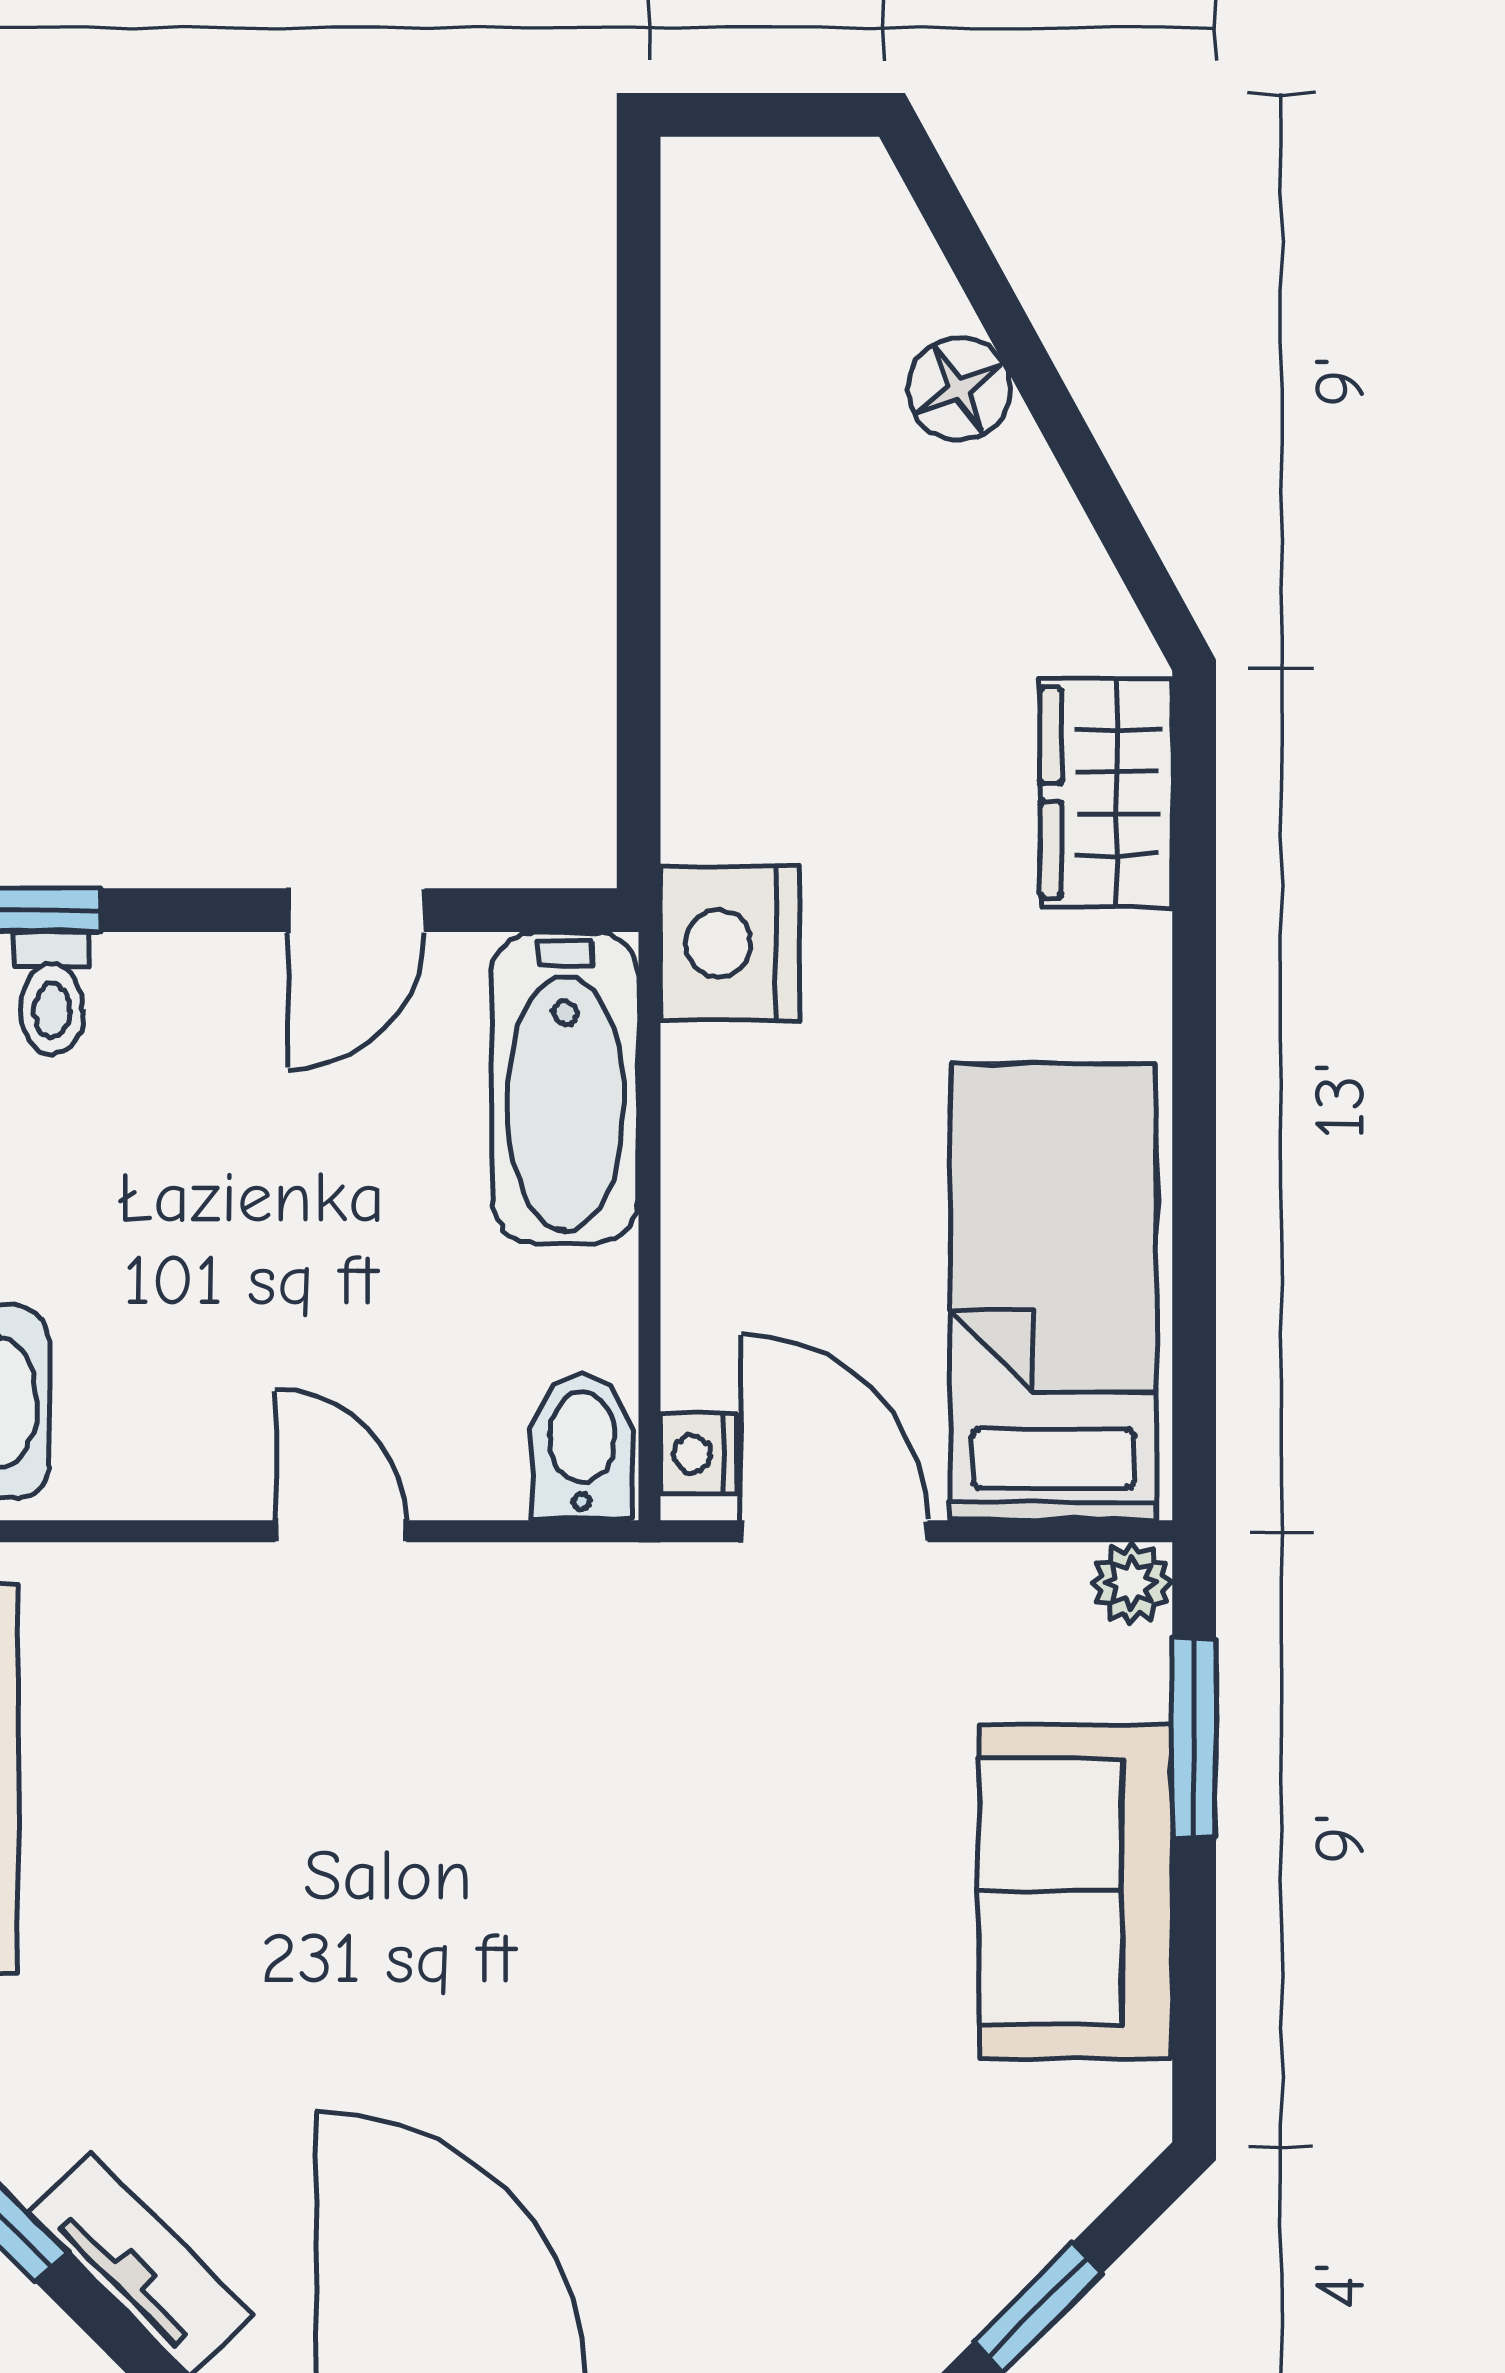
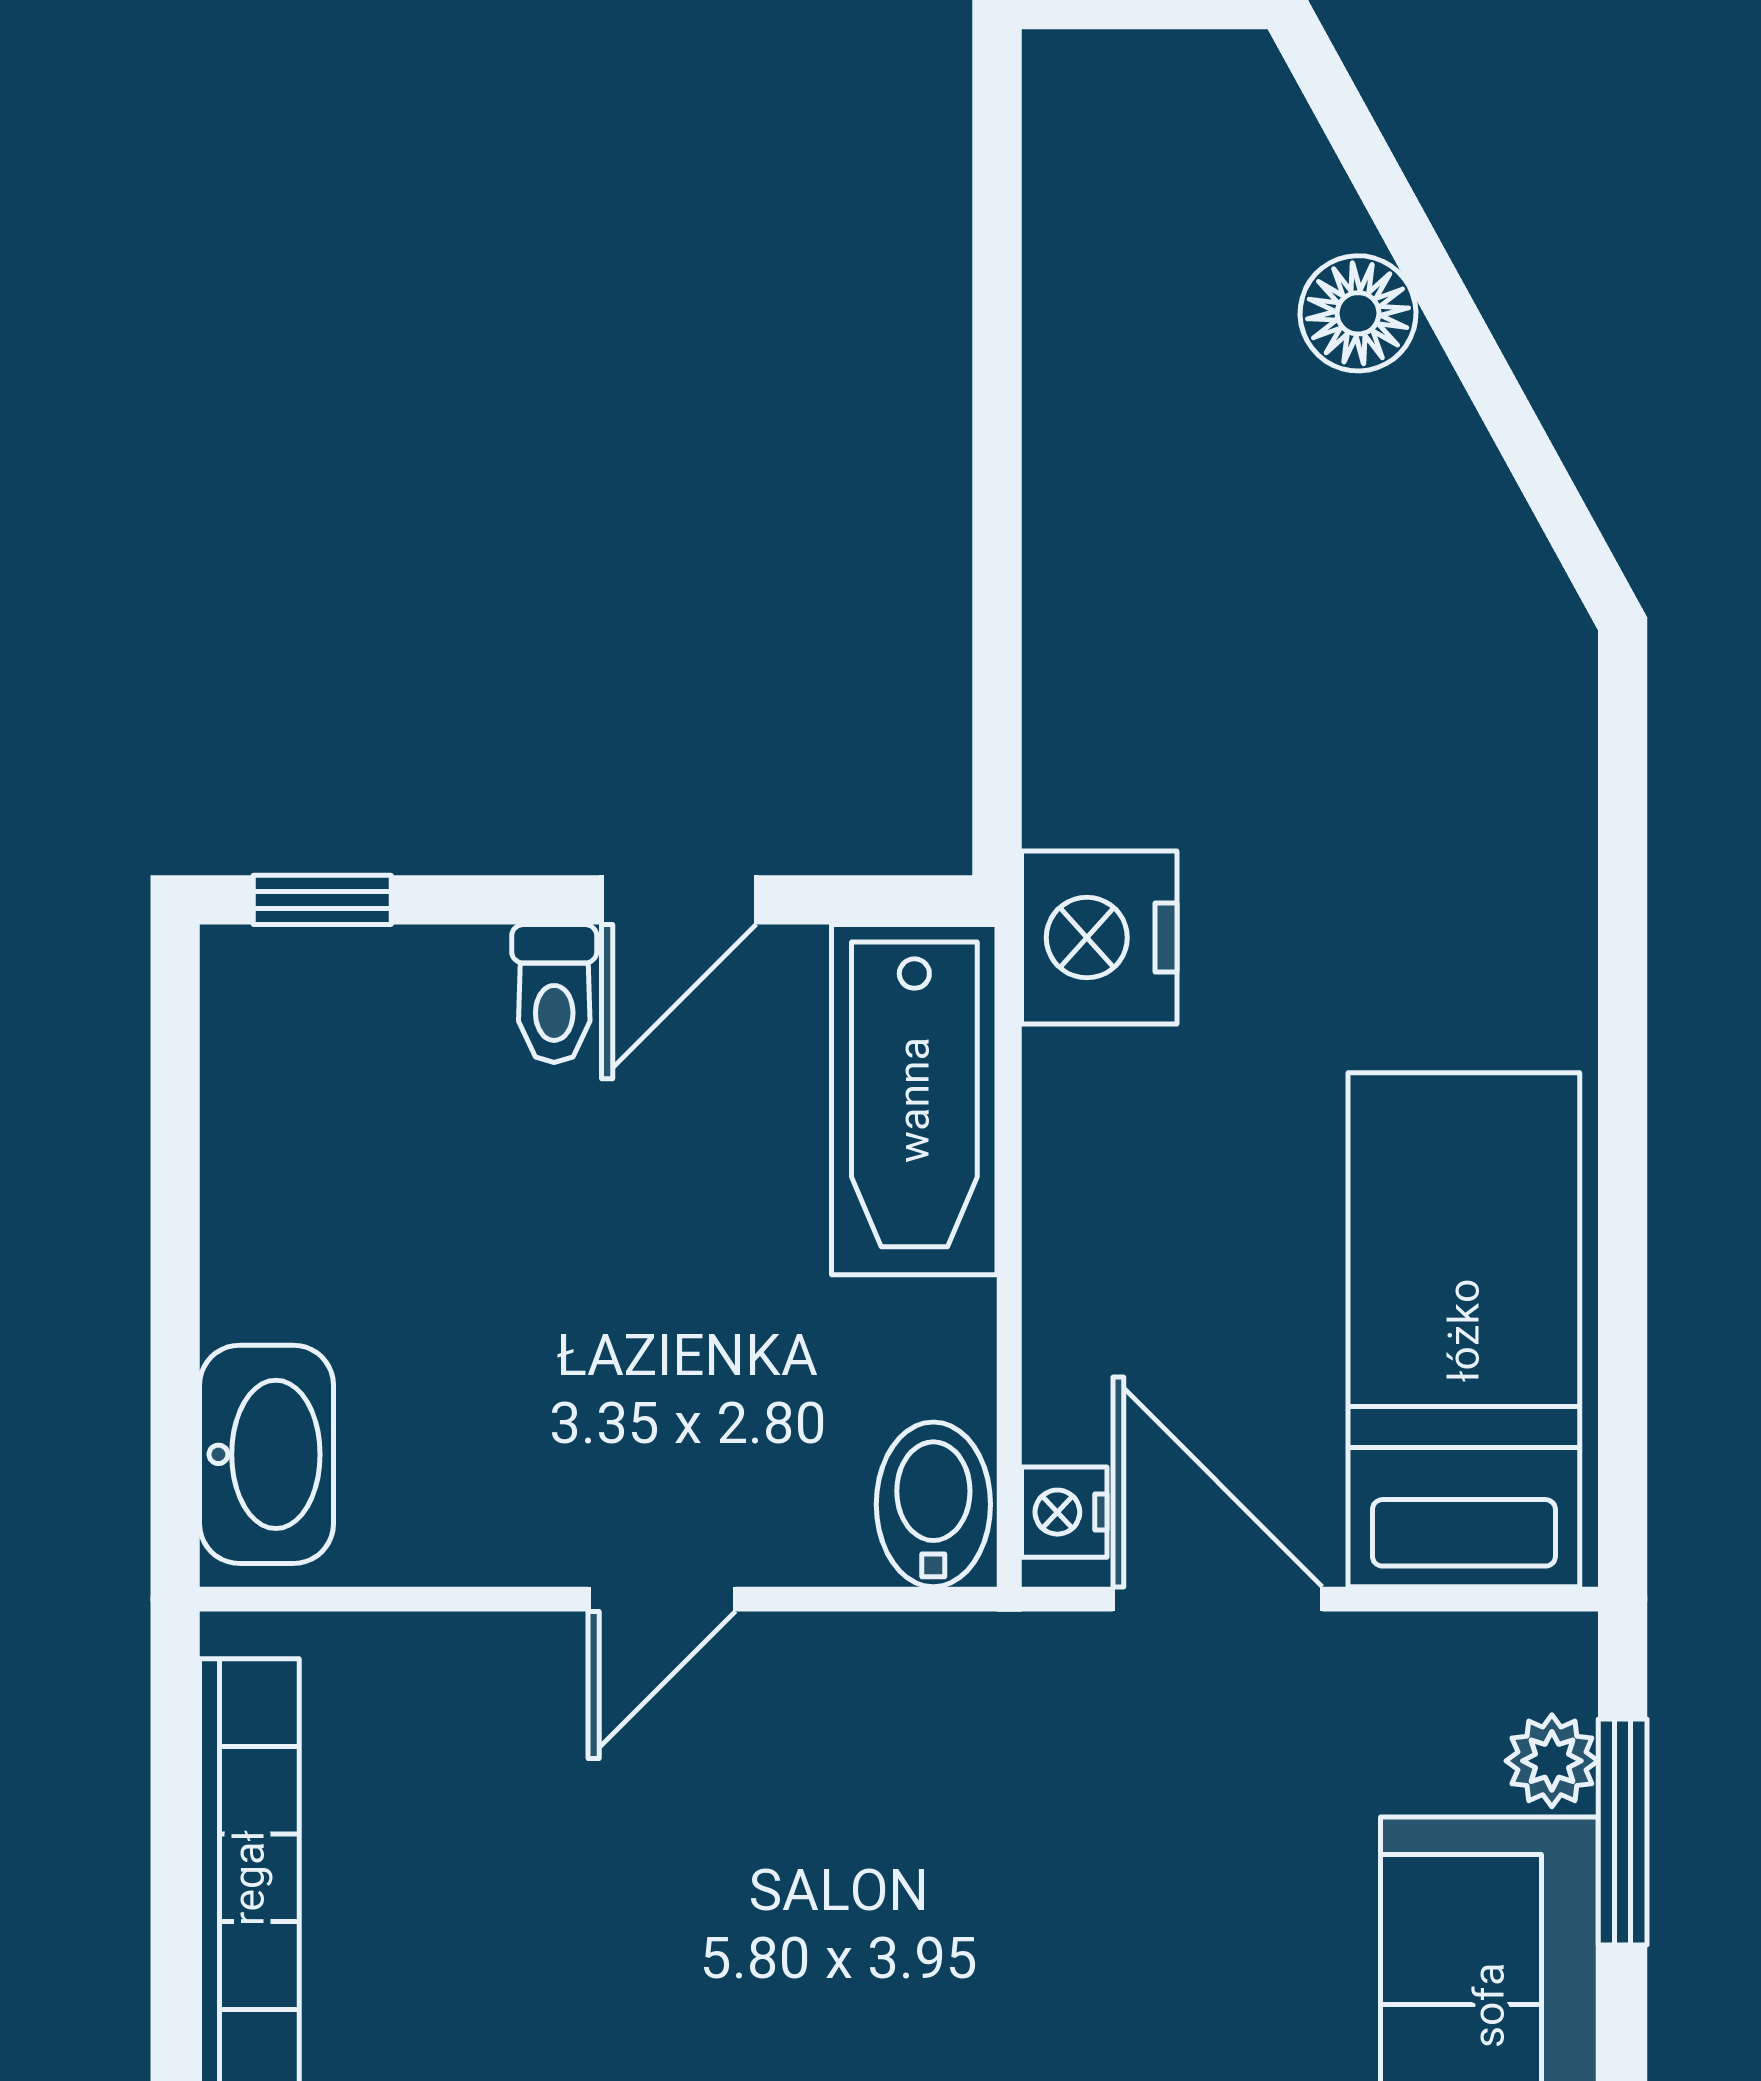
wardrobe: (1106, 793) -> (1524, 768), removed
toilet: (52, 993) -> (554, 994), moved
door: (341, 1531) -> (662, 1599), swing flipped
plant: (1131, 1583) -> (1552, 1761), moved

